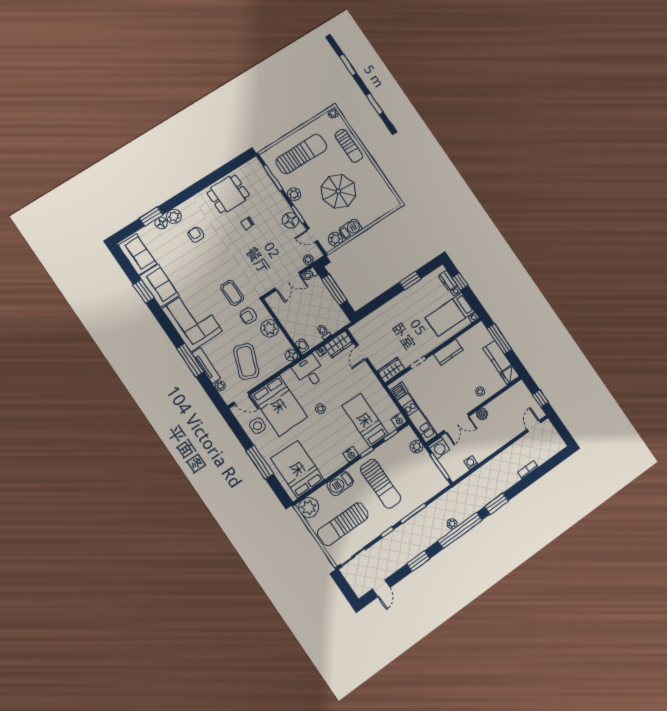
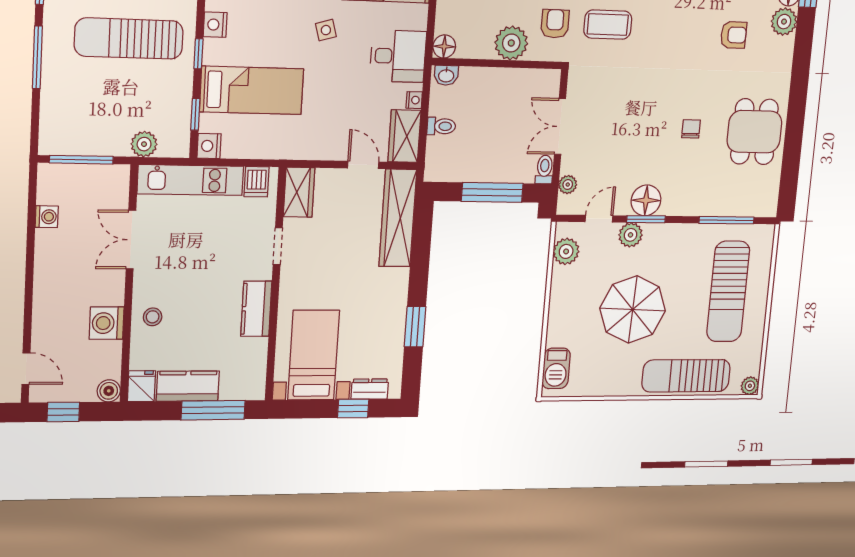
sun lounger: (349, 146) -> (686, 376), width x1.36, depth x1.34
plant: (294, 194) -> (631, 235), moved
barbecue: (351, 229) -> (556, 368), moved
wardrobe: (372, 322) -> (398, 218), added
boiler: (482, 414) -> (109, 391), moved
washing machine: (439, 448) -> (107, 323), moved

